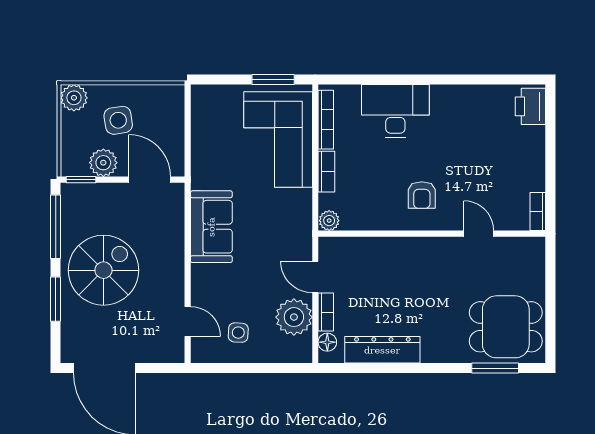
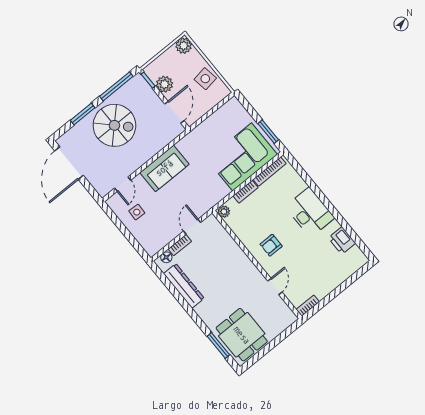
printer: (530, 106) -> (342, 241), moved, turned -90
desk: (395, 111) -> (310, 212), moved
side table: (118, 120) -> (205, 79), moved
sofa: (211, 227) -> (164, 168), moved
plant: (294, 317) -> (165, 232), removed

